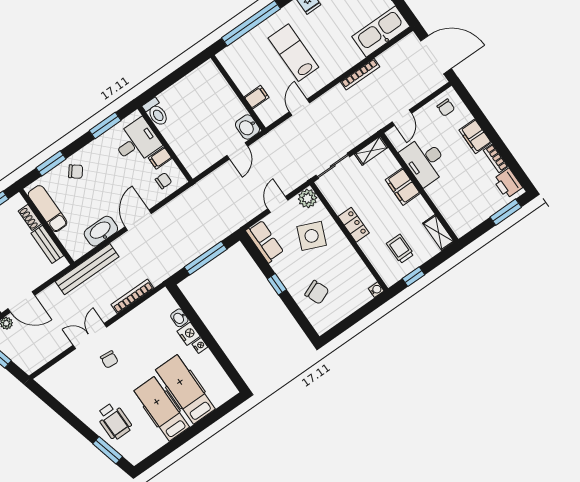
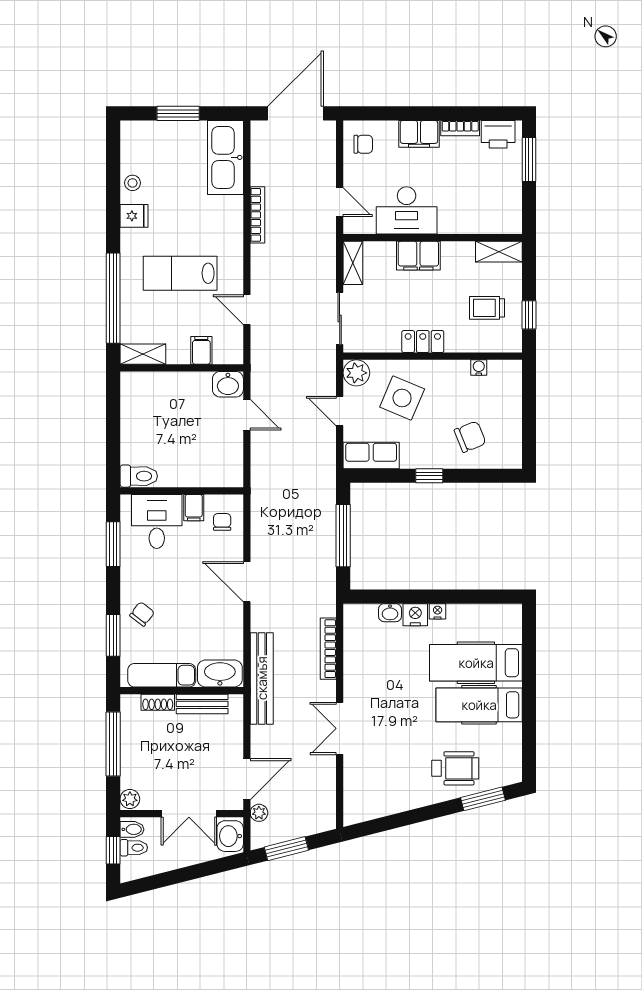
shelving: (230, 64) -> (143, 354), added
washbasin: (101, 231) -> (220, 674), moved, turned 90
water cooler: (376, 290) -> (479, 368), moved
chair: (109, 359) -> (382, 725), removed

